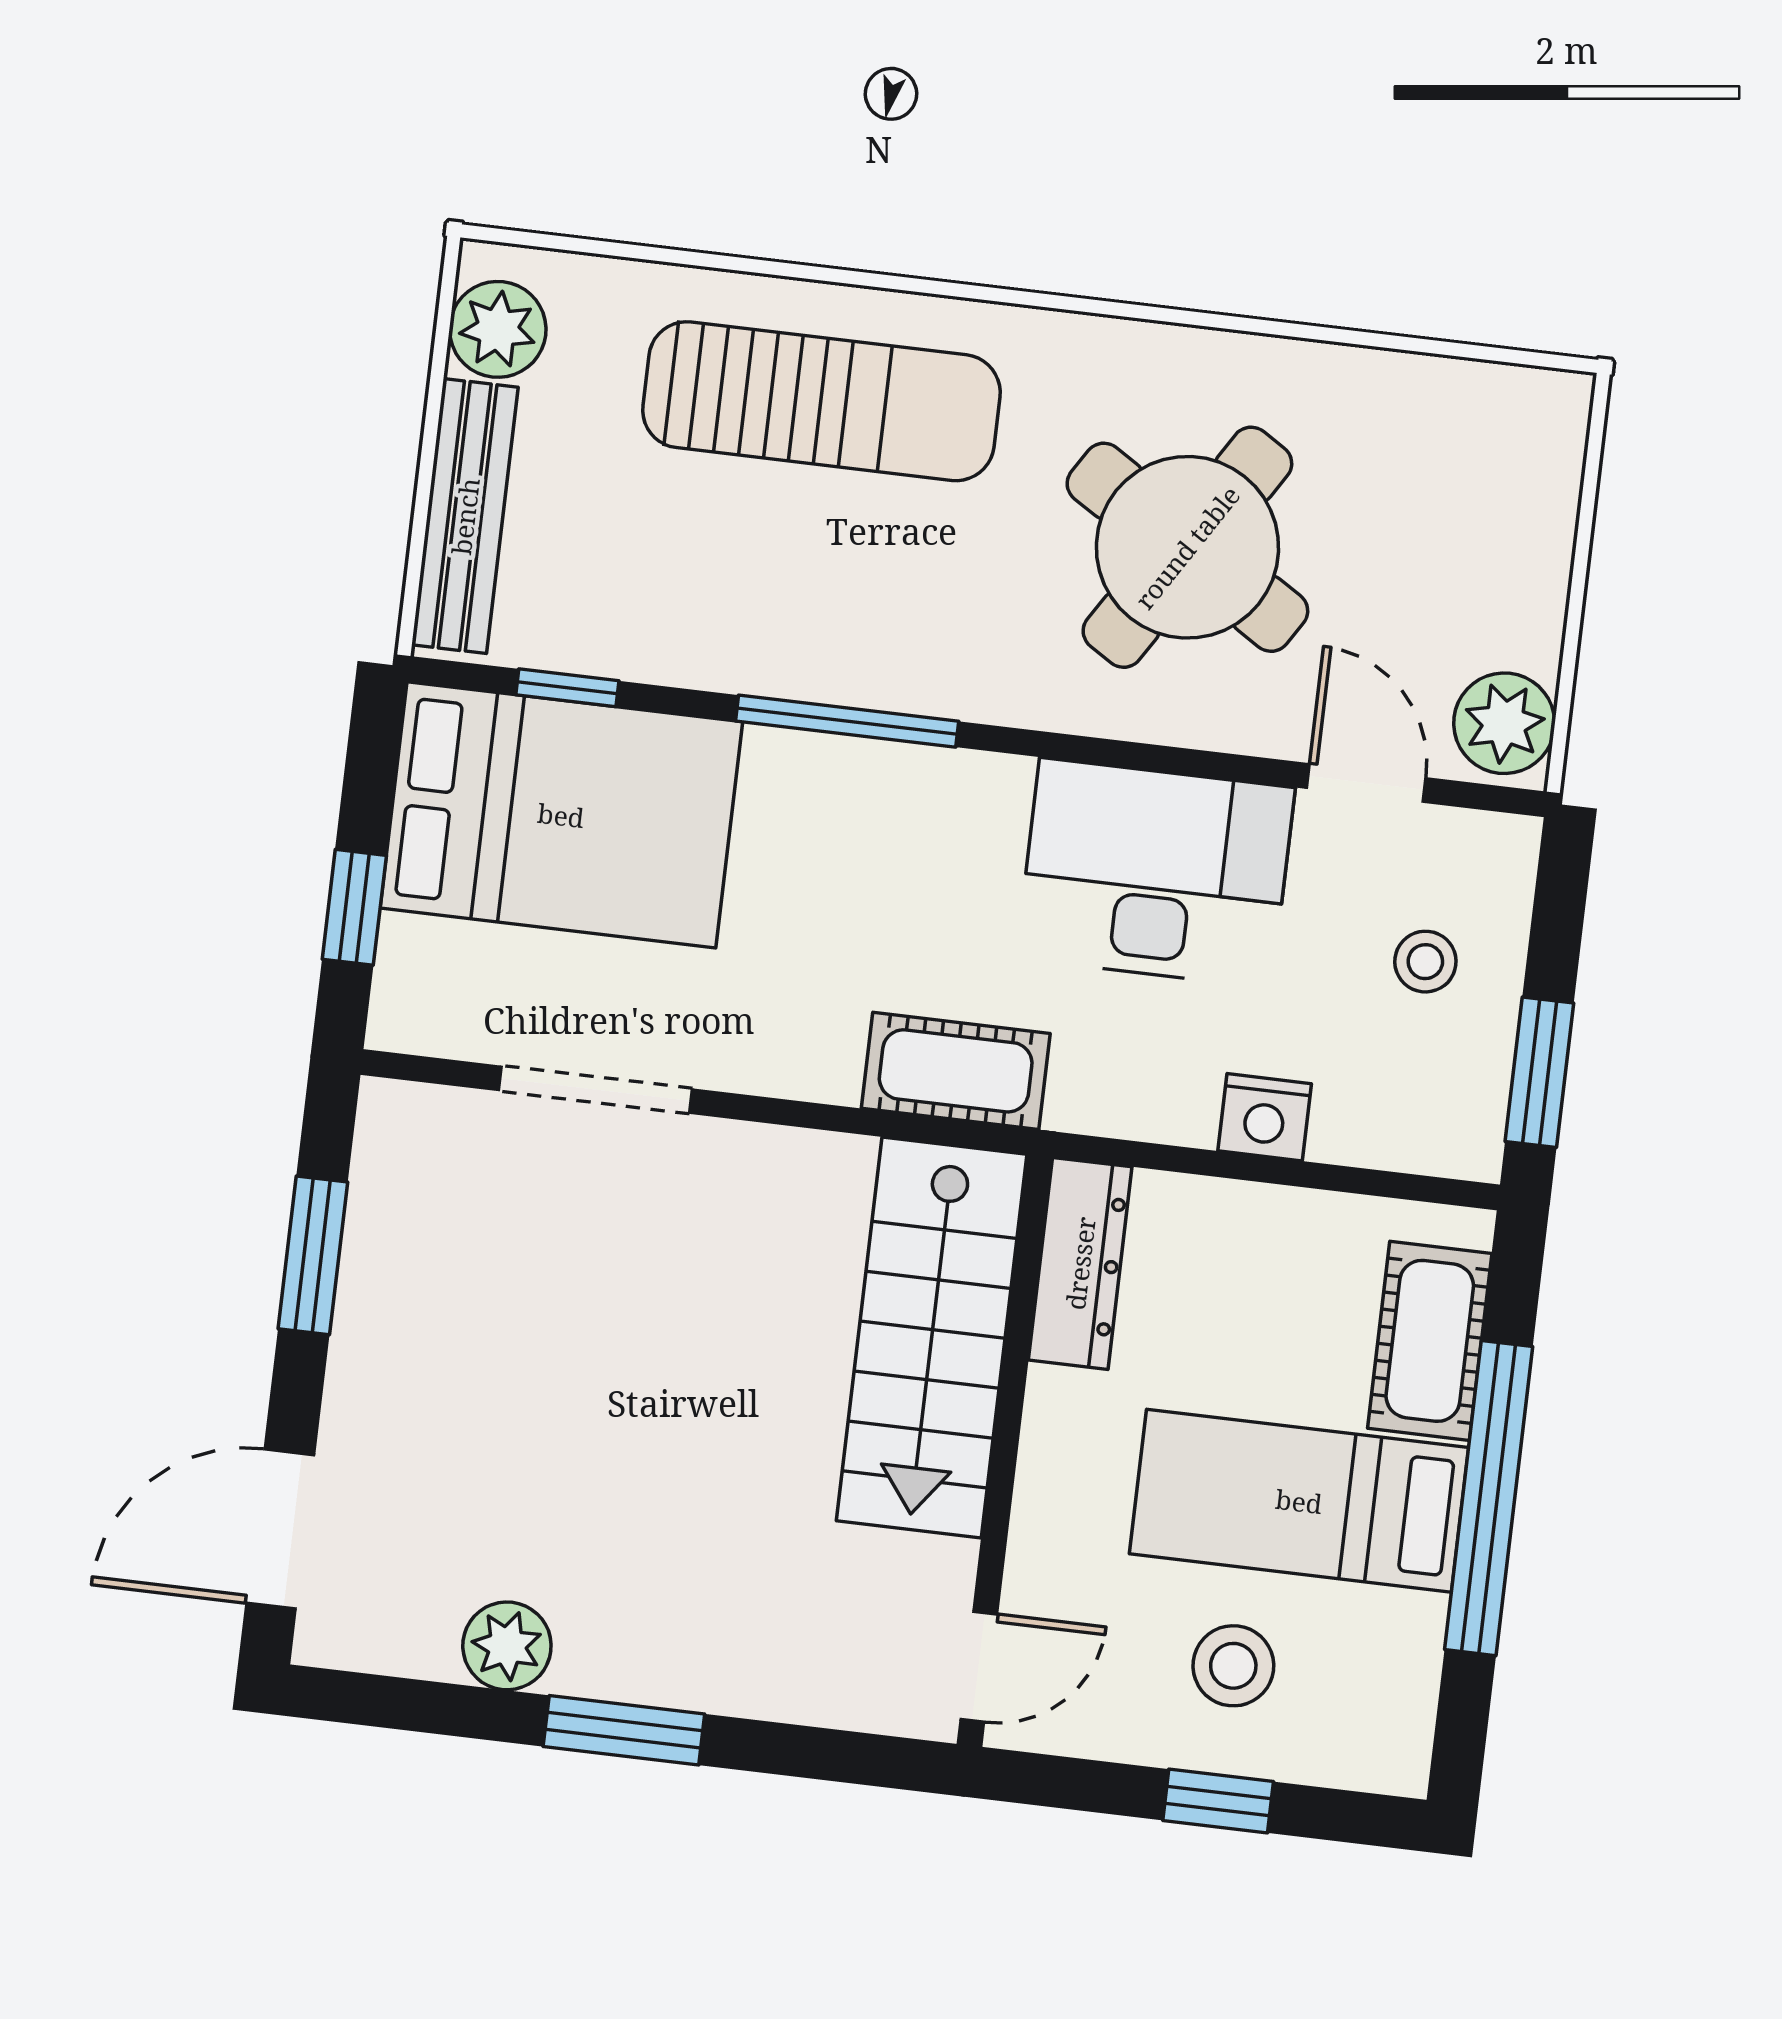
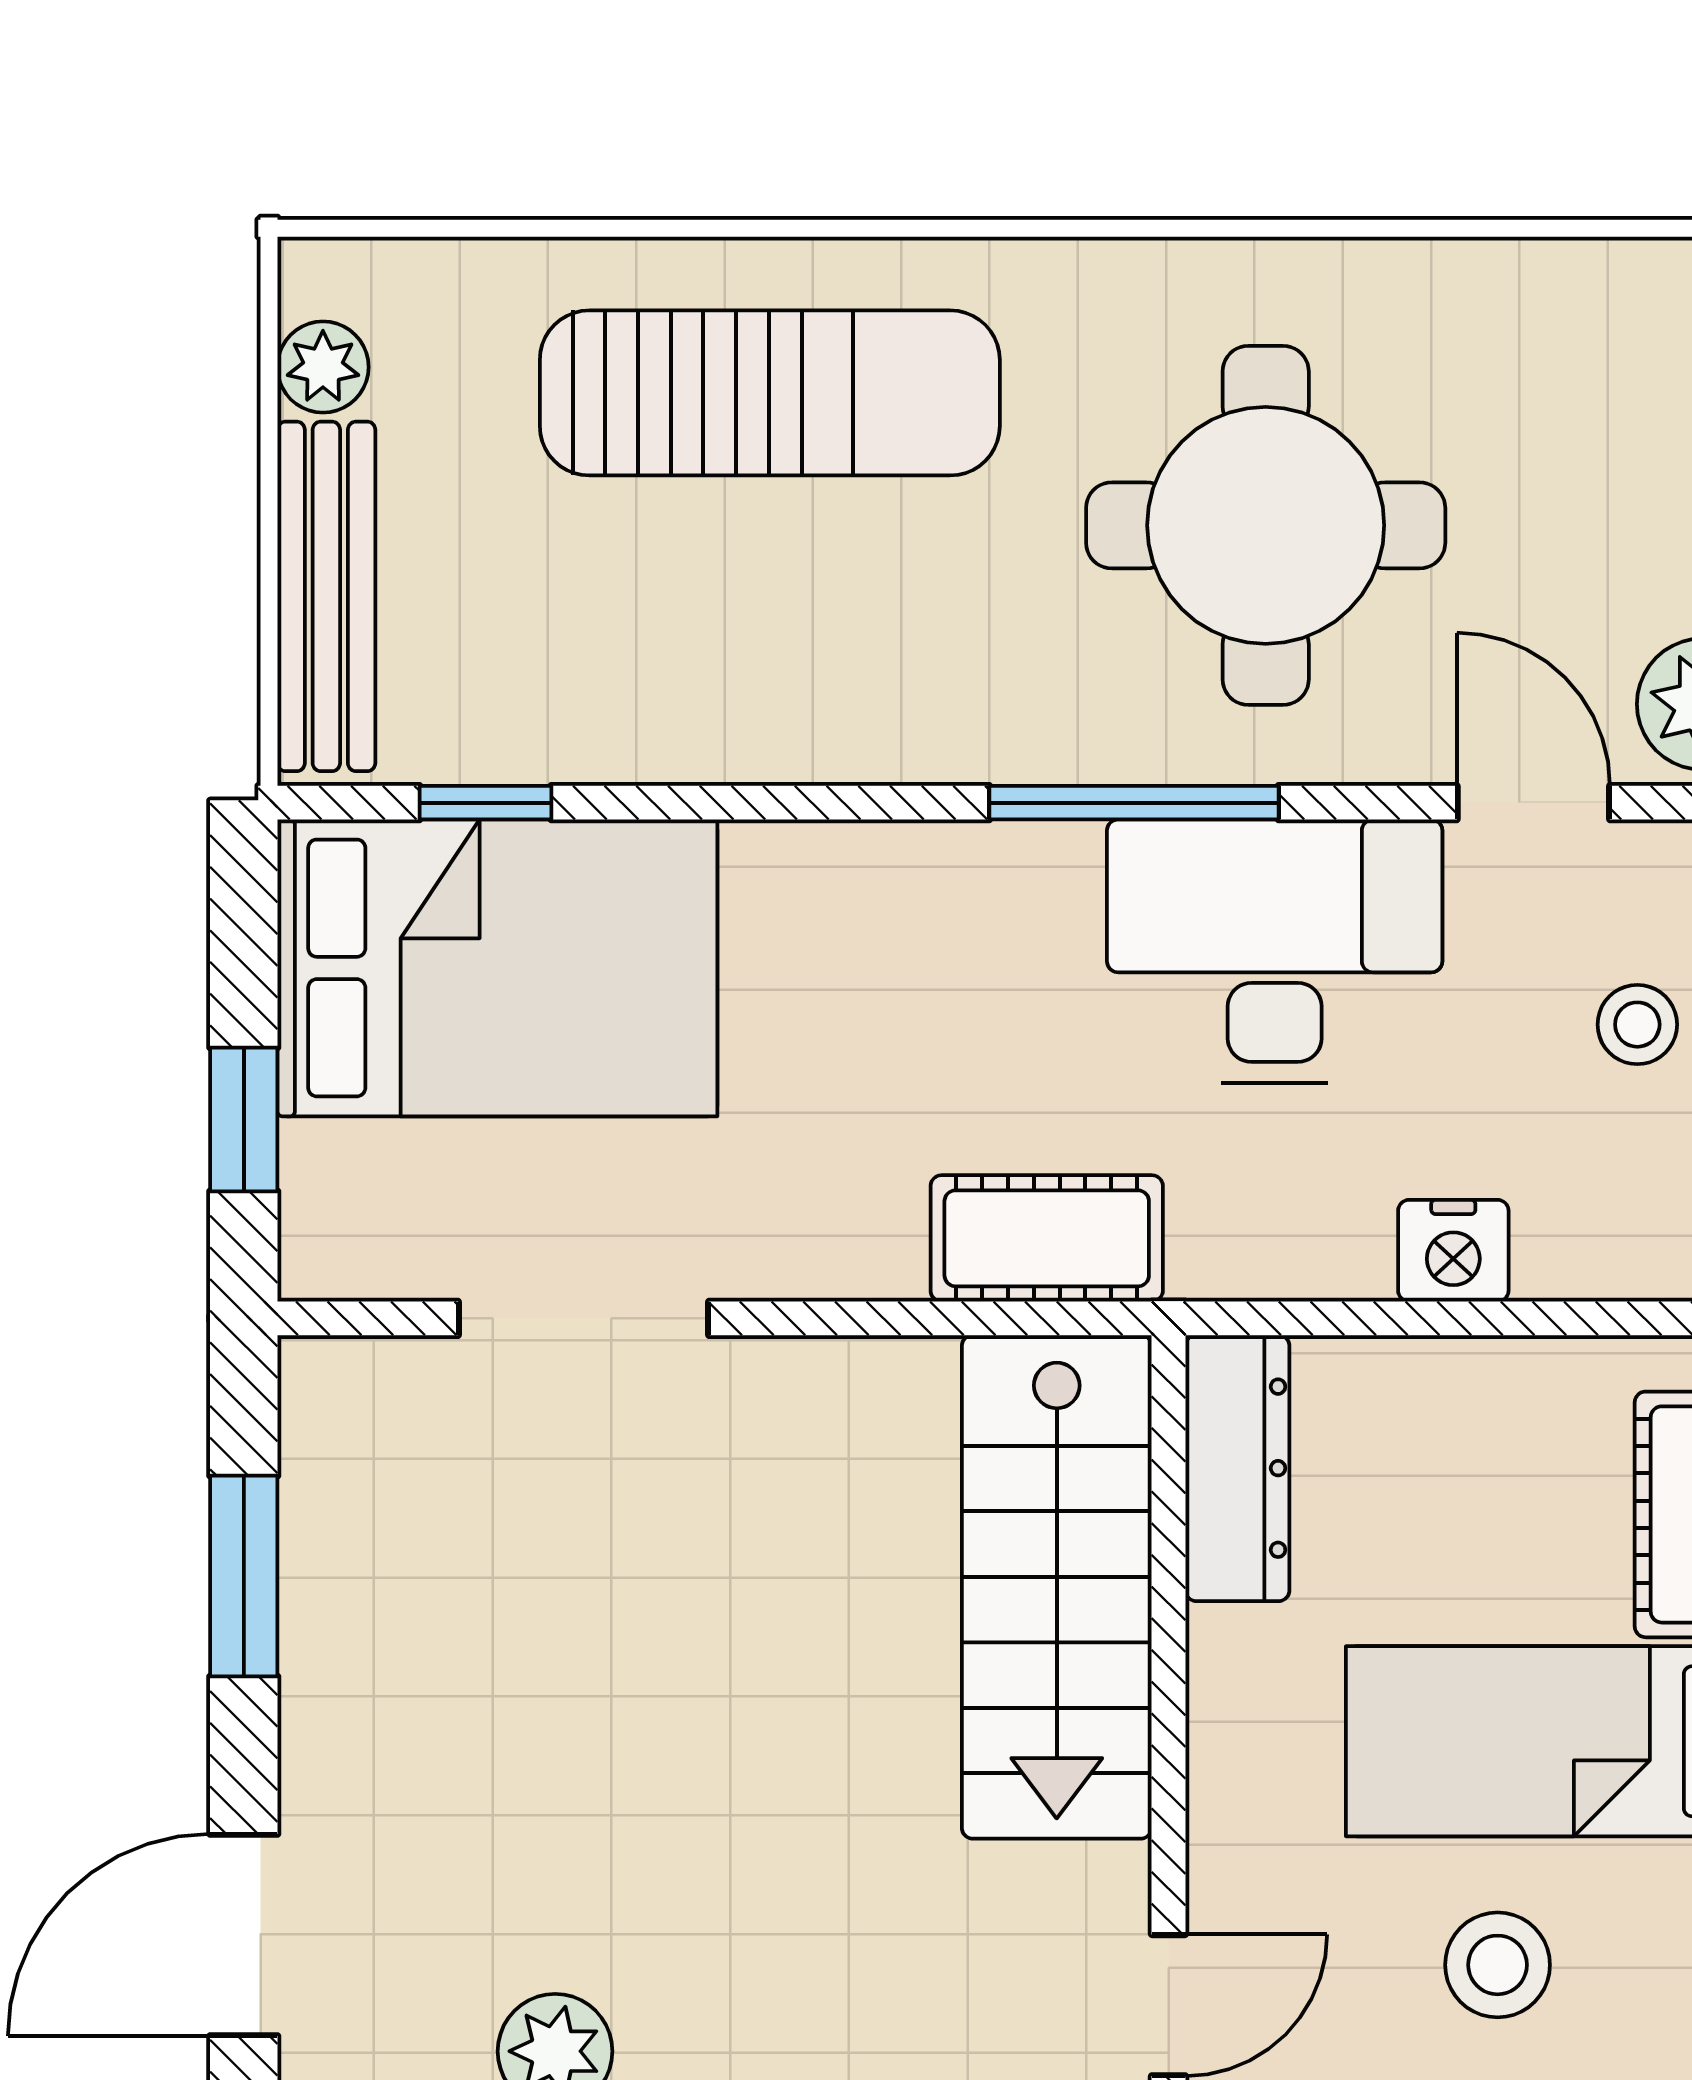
plant: (498, 329) -> (323, 367), width x0.73, depth x0.73
round table: (1187, 547) -> (1266, 525), turned -32
window: (847, 721) -> (1134, 803), moved

